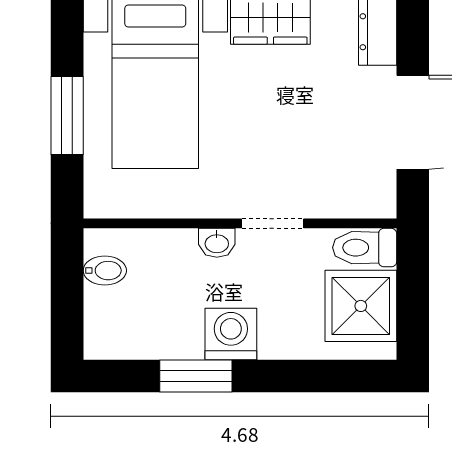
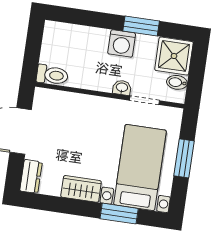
doorway: (273, 223) -> (145, 100), moved
shower: (361, 306) -> (174, 56), moved

